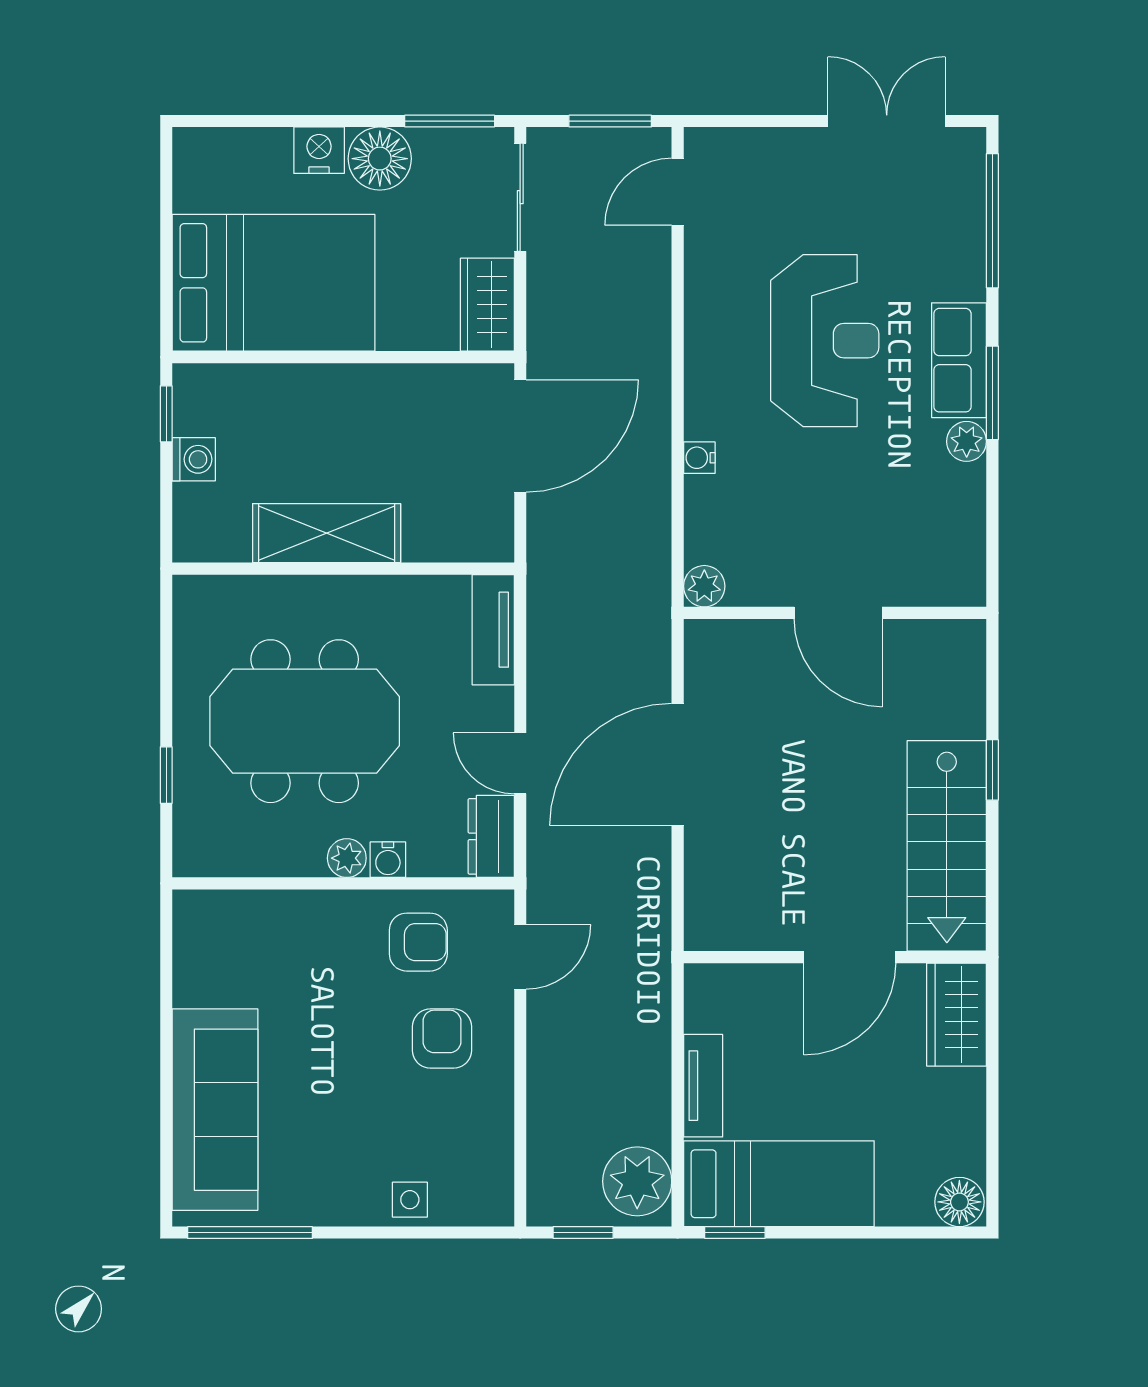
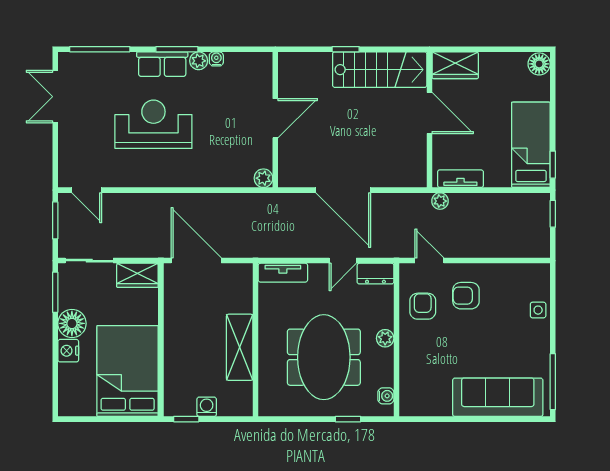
water cooler: (699, 458) -> (216, 59), moved, turned 180
water cooler: (388, 860) -> (386, 396), moved
tv unit: (703, 1086) -> (460, 179), moved
plant: (637, 1181) -> (440, 201), moved, width x0.53, depth x0.53
window: (583, 1233) -> (553, 214), moved

